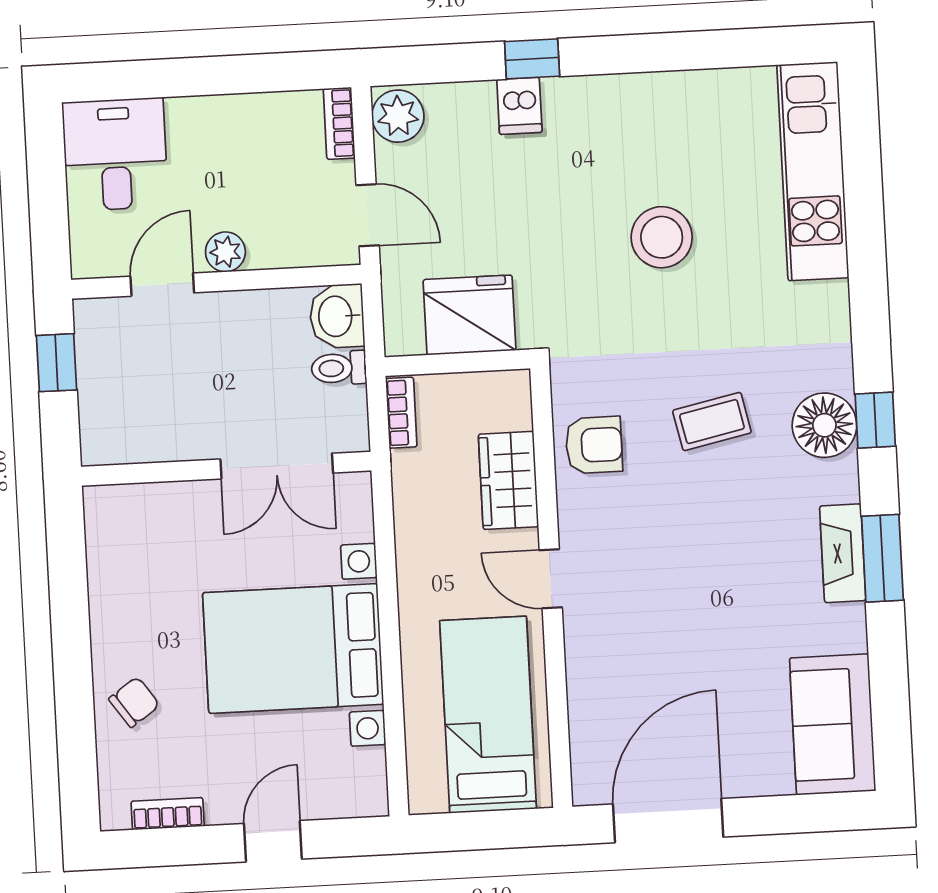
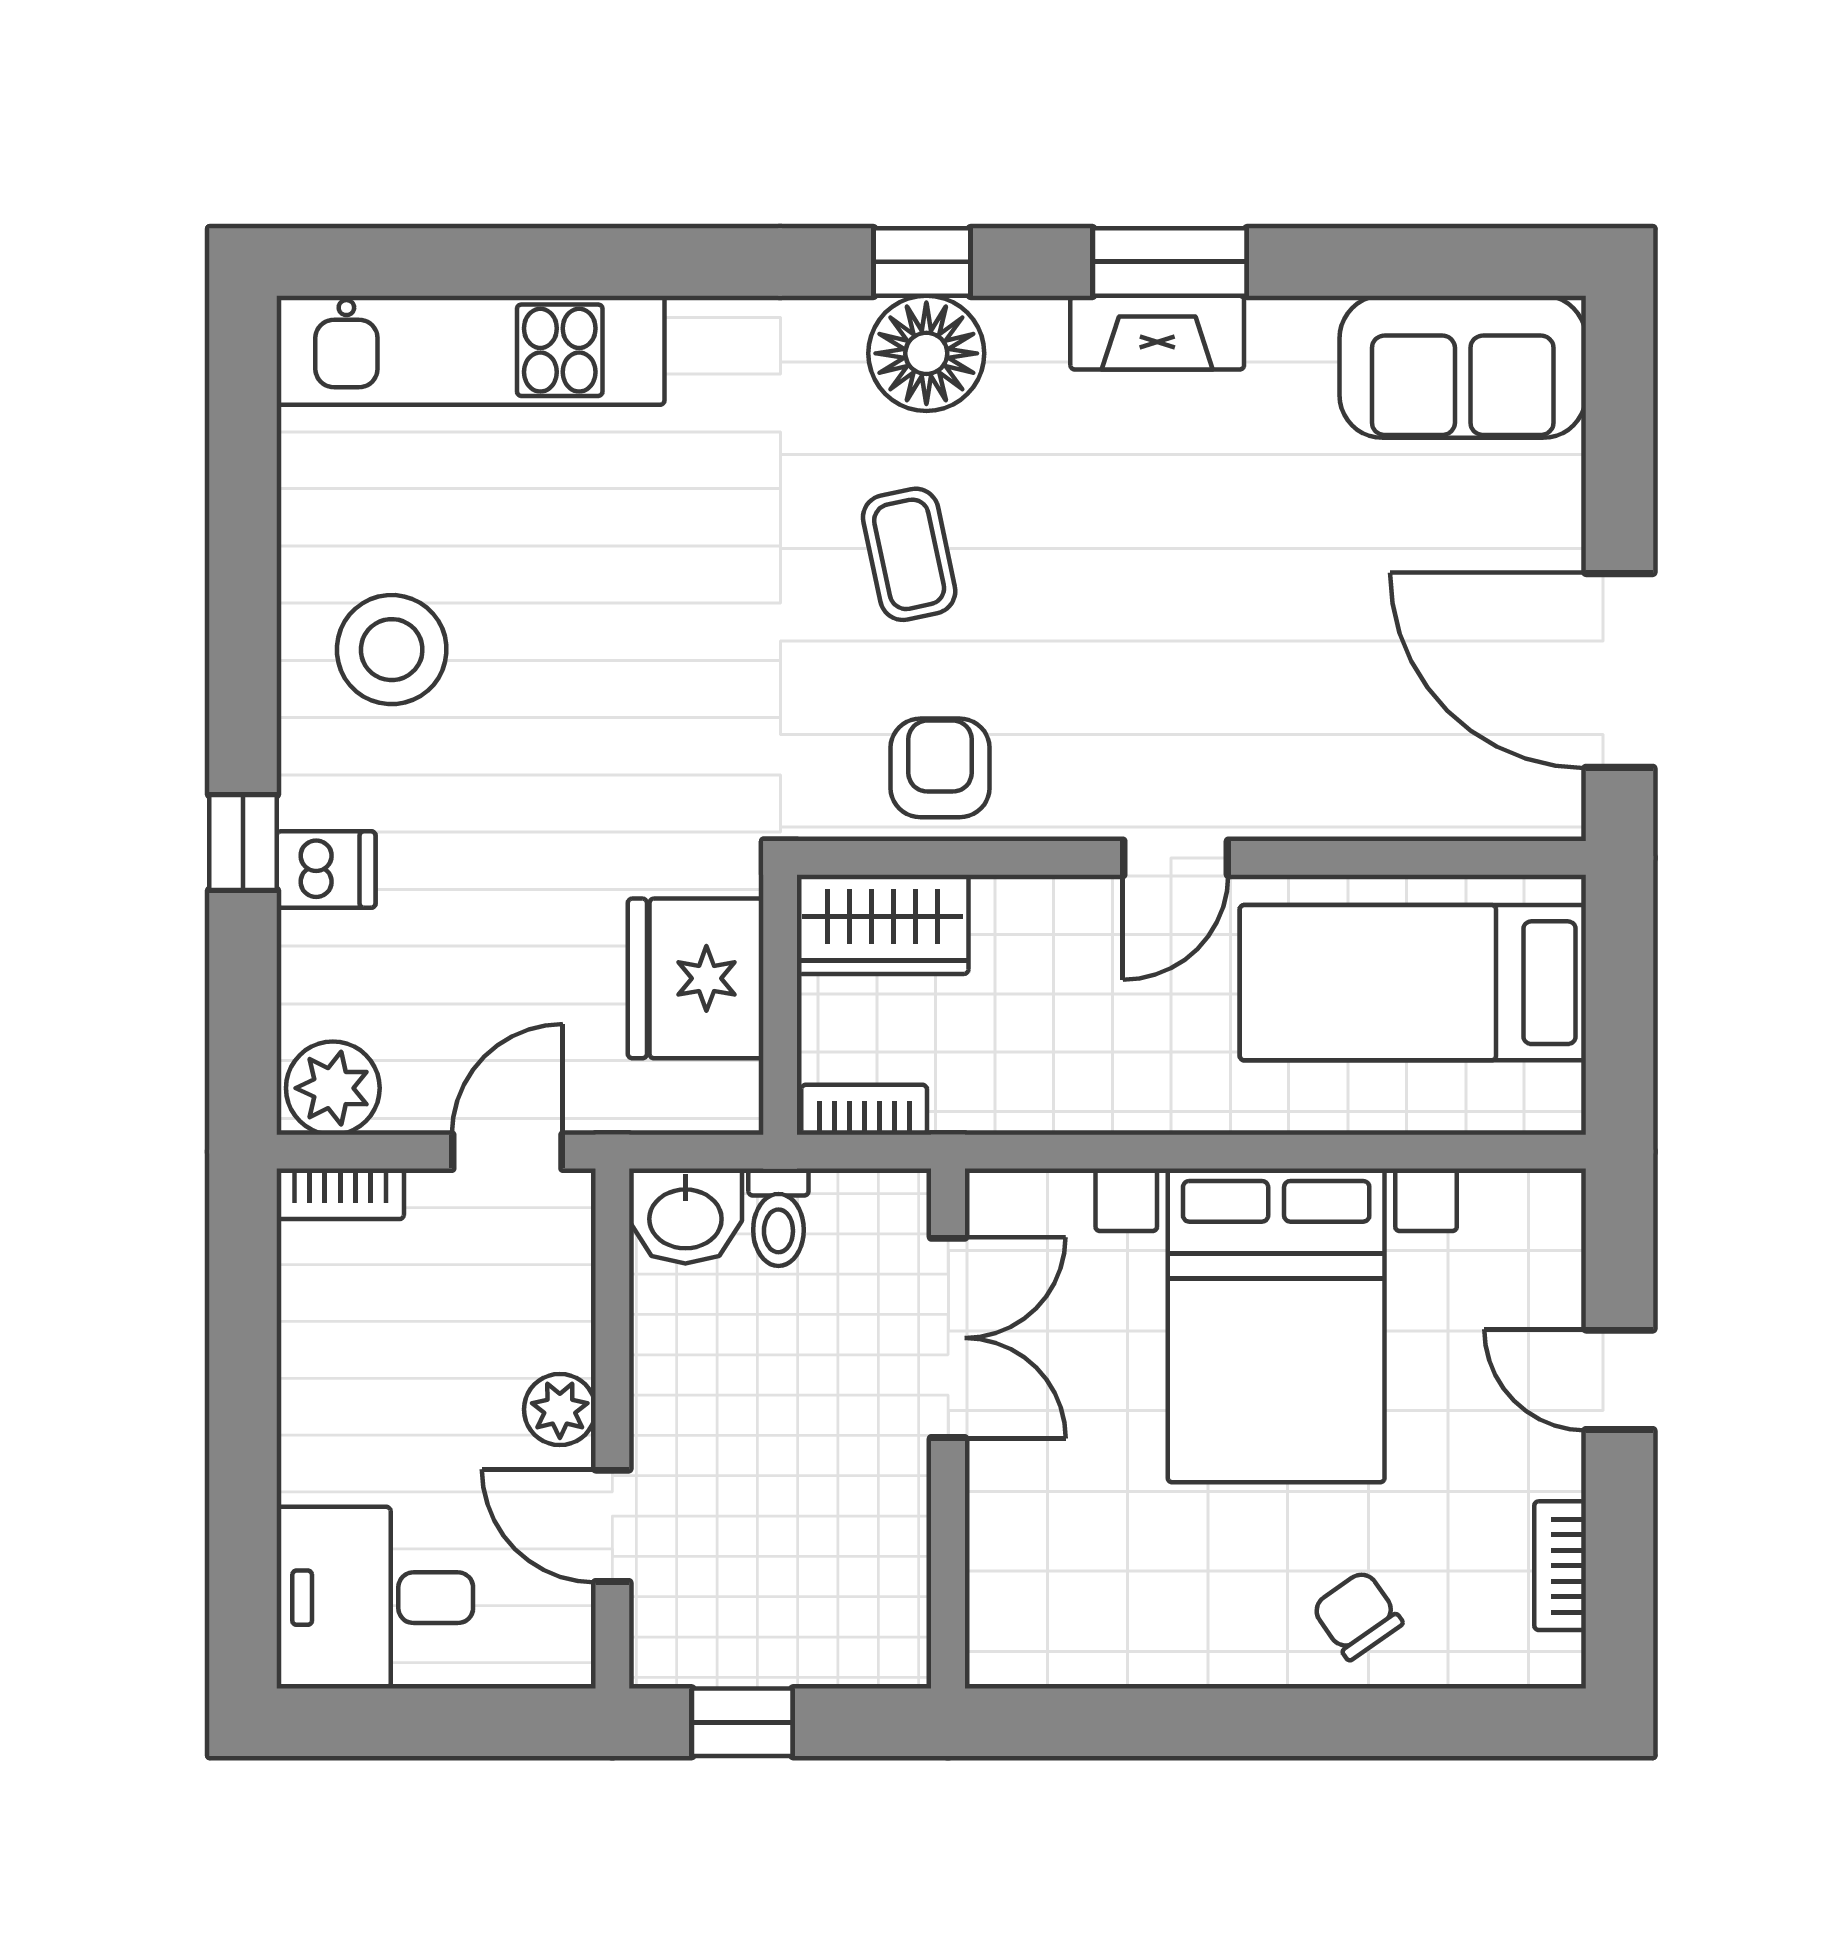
stool: (662, 237) -> (392, 650), moved
wardrobe: (508, 480) -> (883, 924), moved

